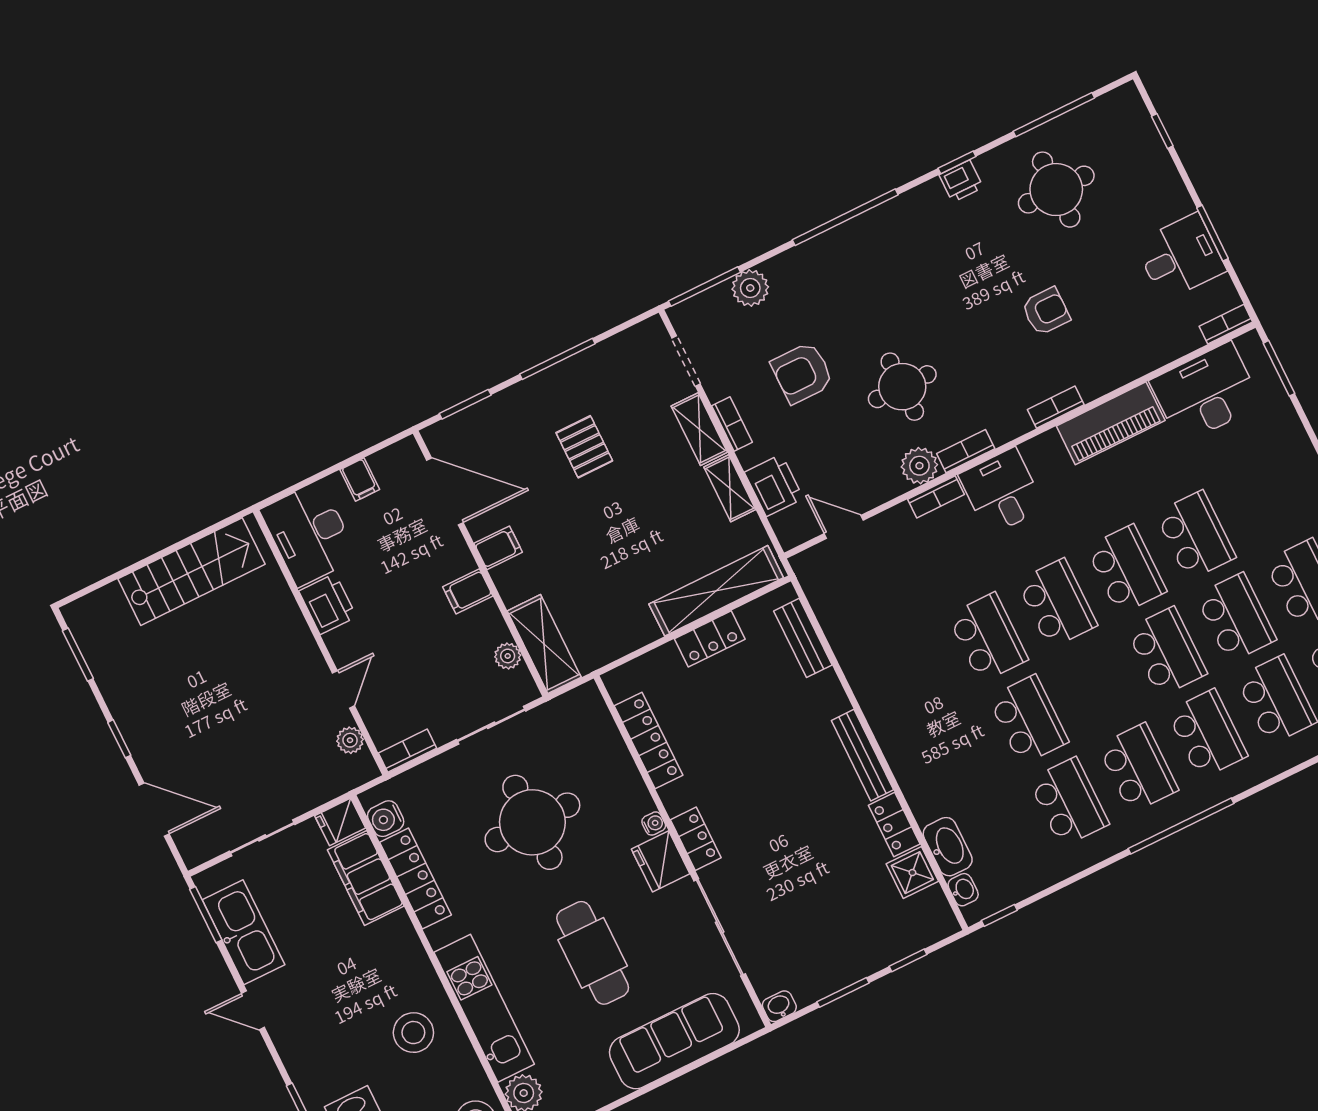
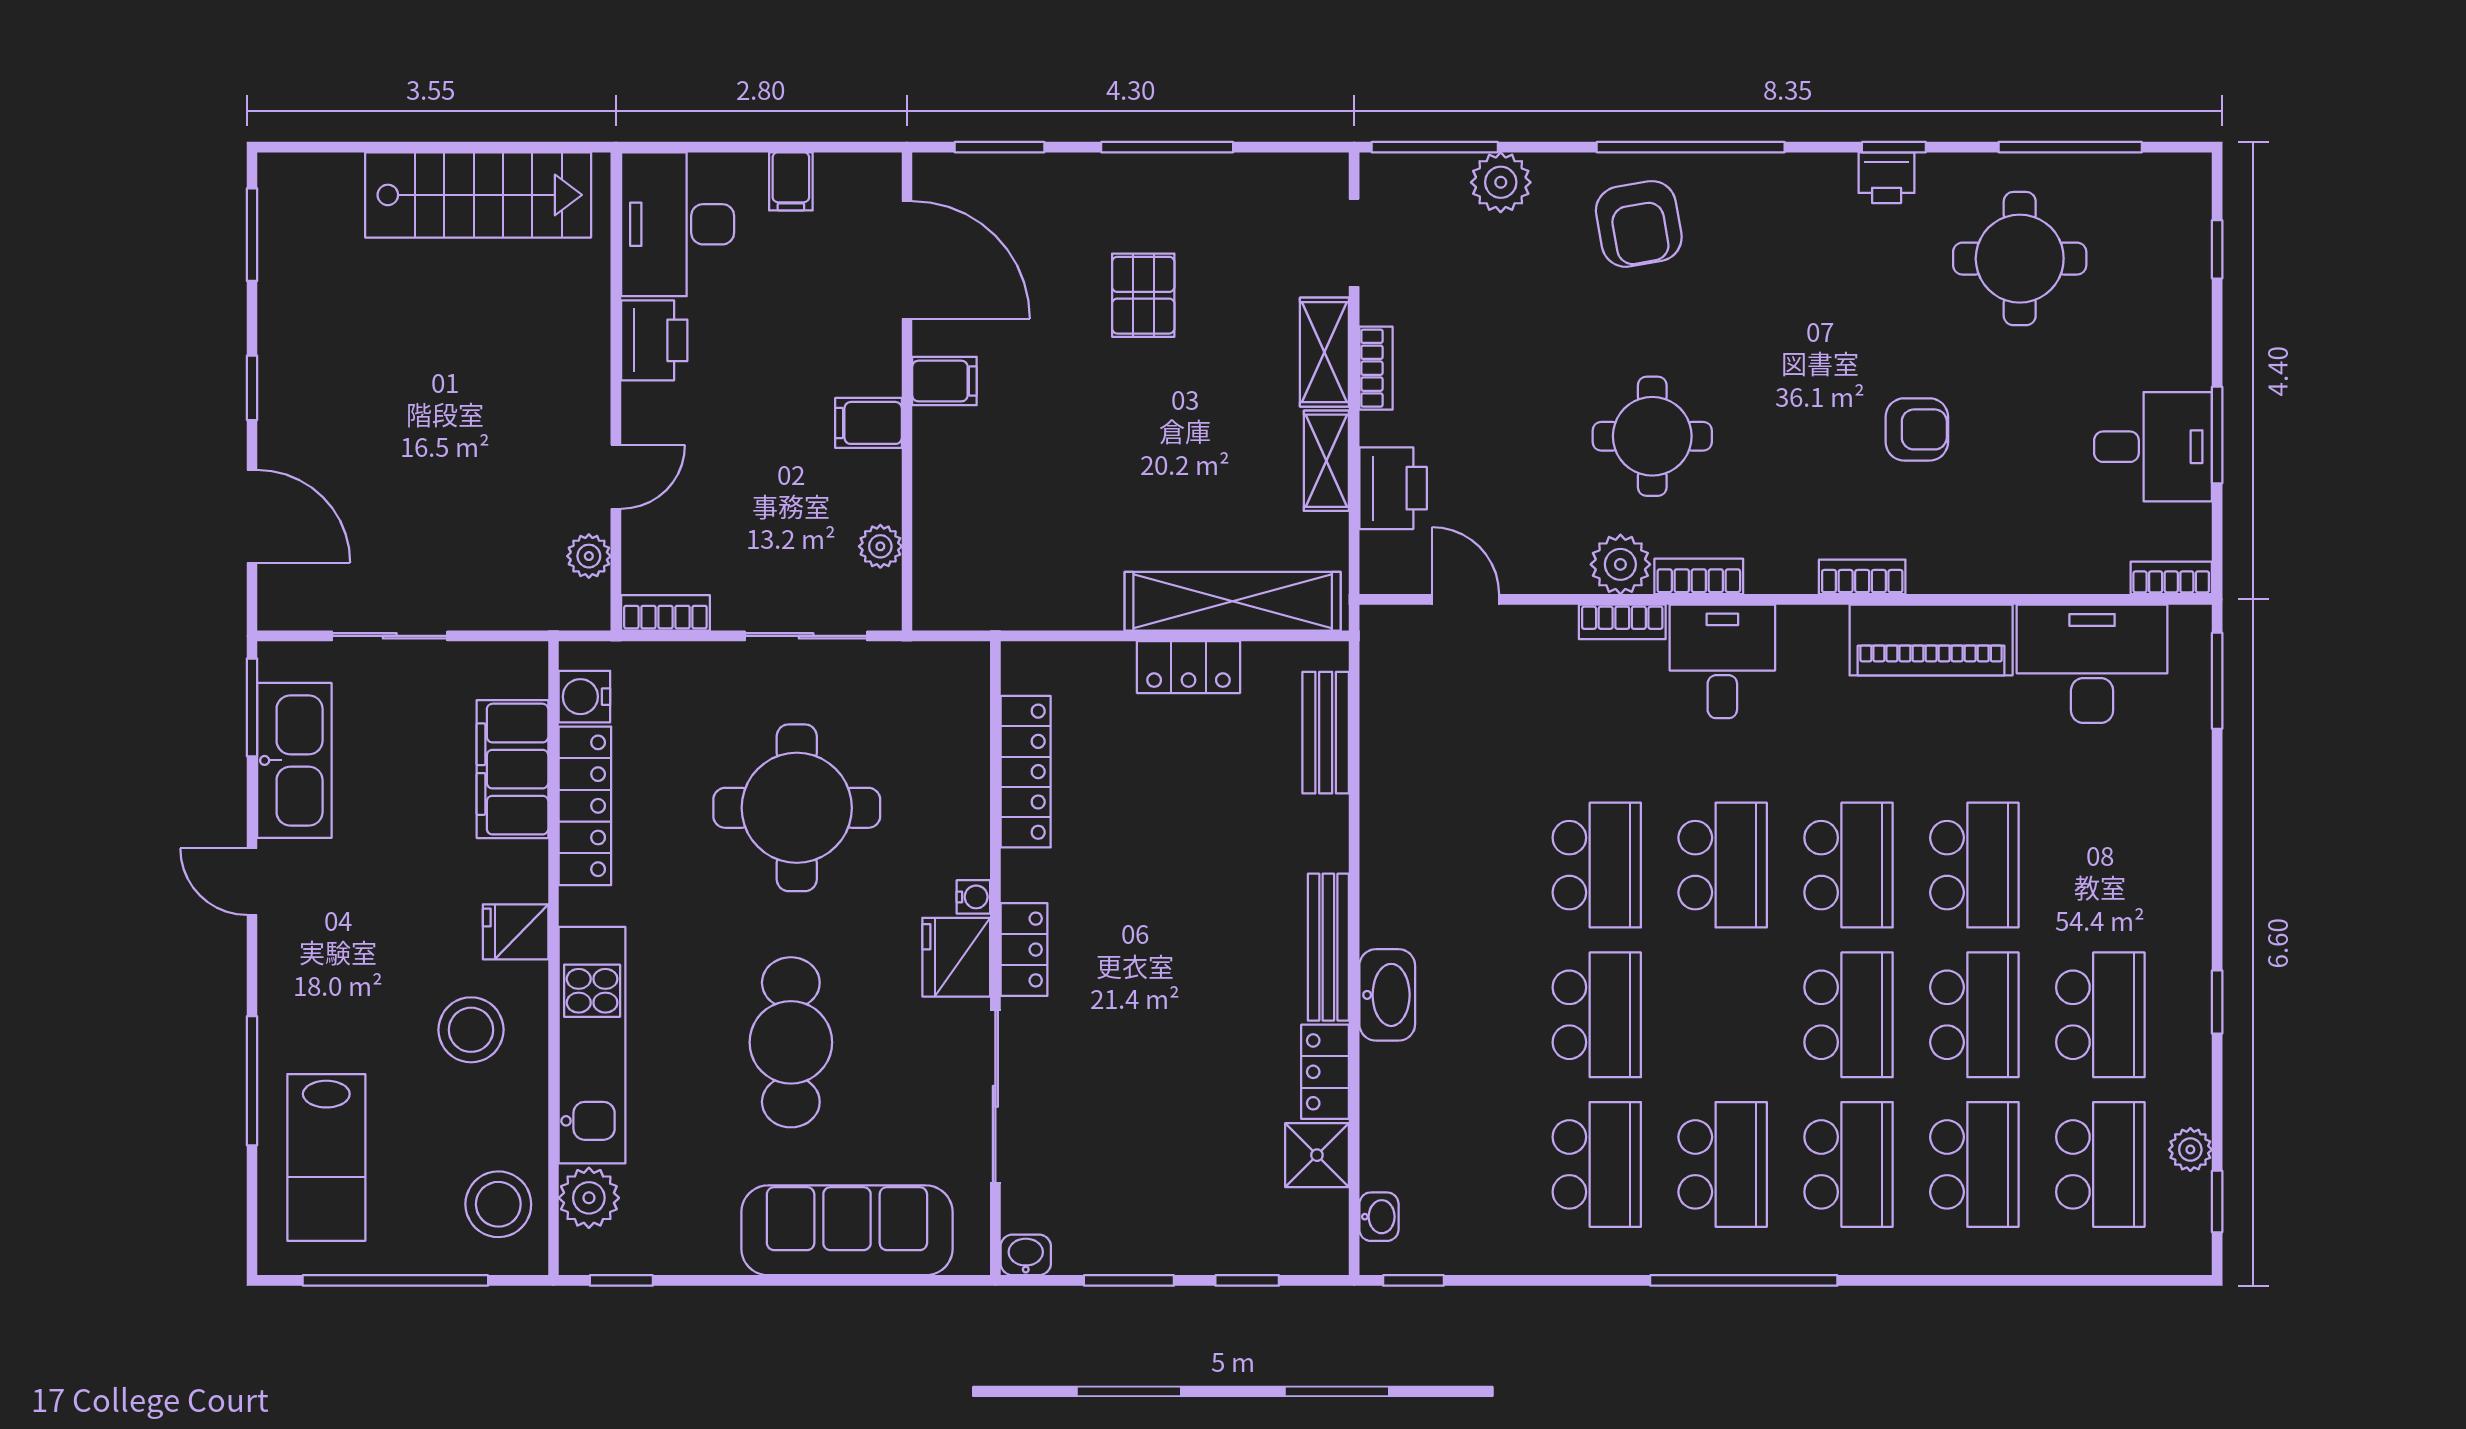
armchair: (802, 373) -> (1639, 224), moved, turned -100
shelving: (544, 644) -> (942, 555), removed
fridge: (340, 822) -> (516, 932), moved
washbasin: (948, 847) -> (1387, 995), moved

